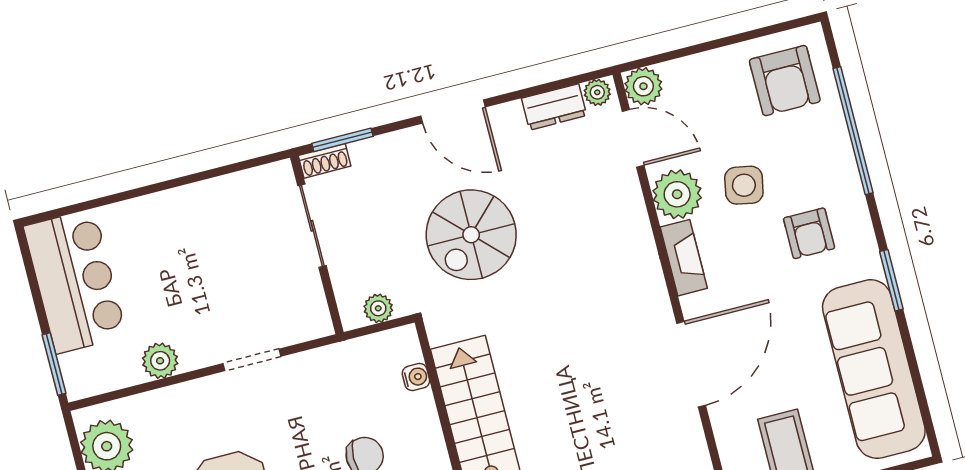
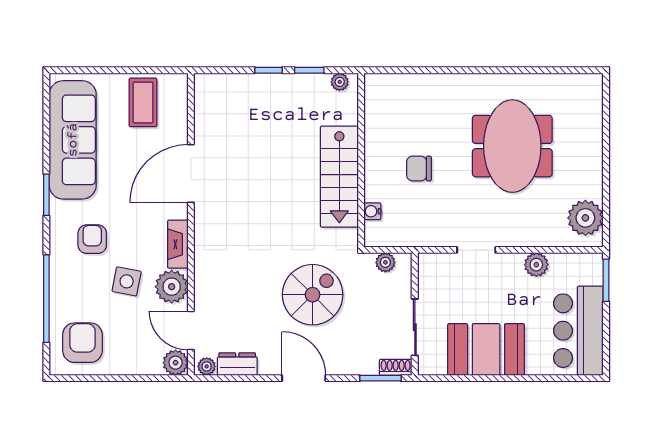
booth: (201, 220) -> (486, 349), added

